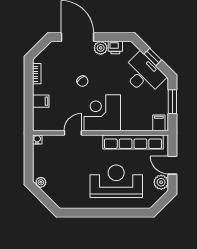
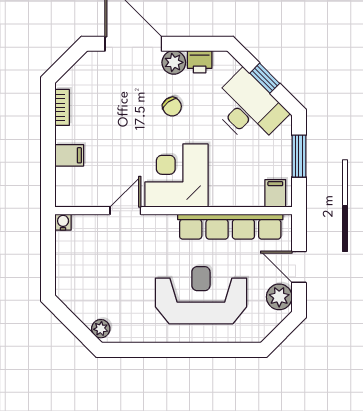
chair: (82, 81) -> (172, 107), moved
plant: (41, 182) -> (101, 329), moved

